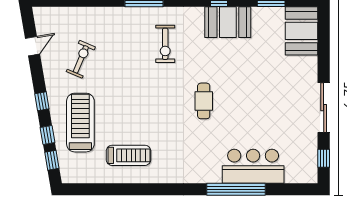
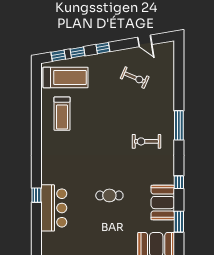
booth: (228, 22) -> (163, 203), moved
cafe table: (204, 101) -> (109, 195), moved
treadmill: (80, 123) -> (66, 77), moved
window: (236, 189) -> (36, 195), width x0.32

